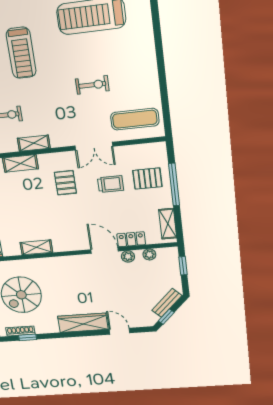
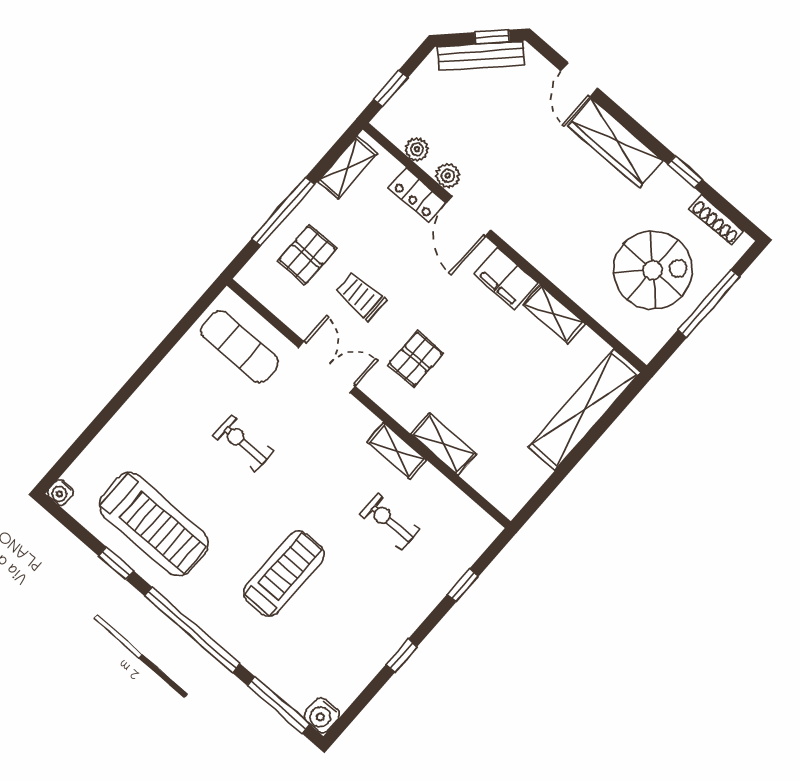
pallet: (147, 179) -> (307, 255), turned 90
filing cabinet: (67, 243) -> (506, 279), added
bench: (167, 303) -> (481, 56), width x1.36
window: (28, 337) -> (685, 172), moved

